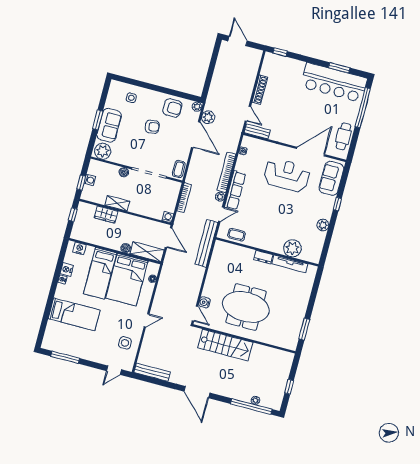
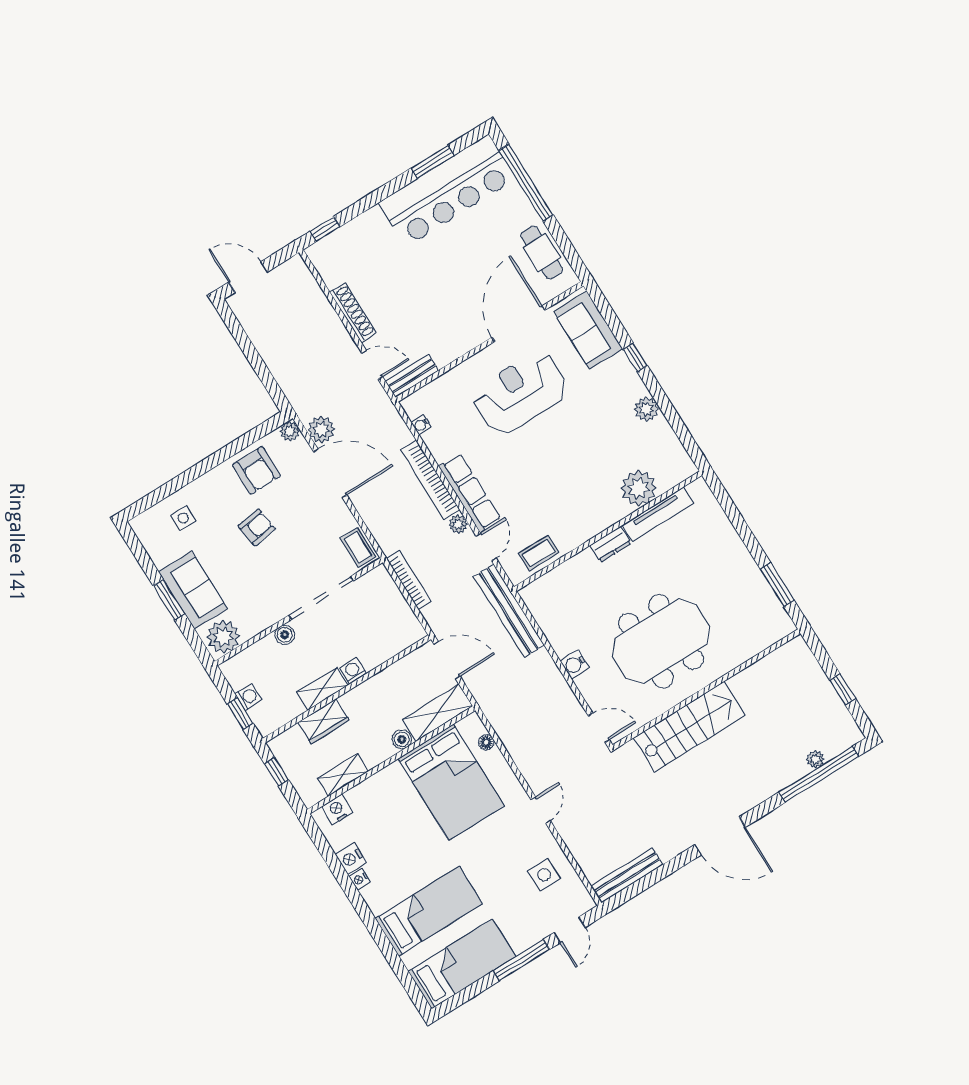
armchair: (172, 108) -> (257, 470), turned 90
washing machine: (168, 217) -> (353, 671), moved
shelving: (94, 239) -> (343, 775), added
bed: (100, 273) -> (462, 964), moved, turned -90
water cooler: (204, 302) -> (575, 664), moved
window: (65, 357) -> (521, 960), moved

